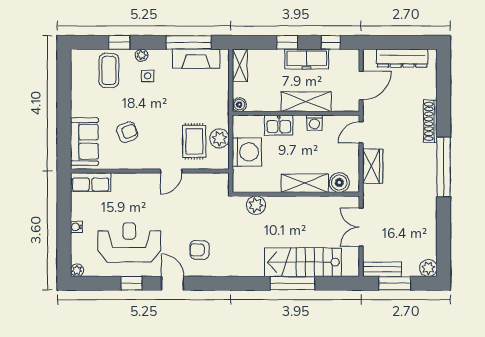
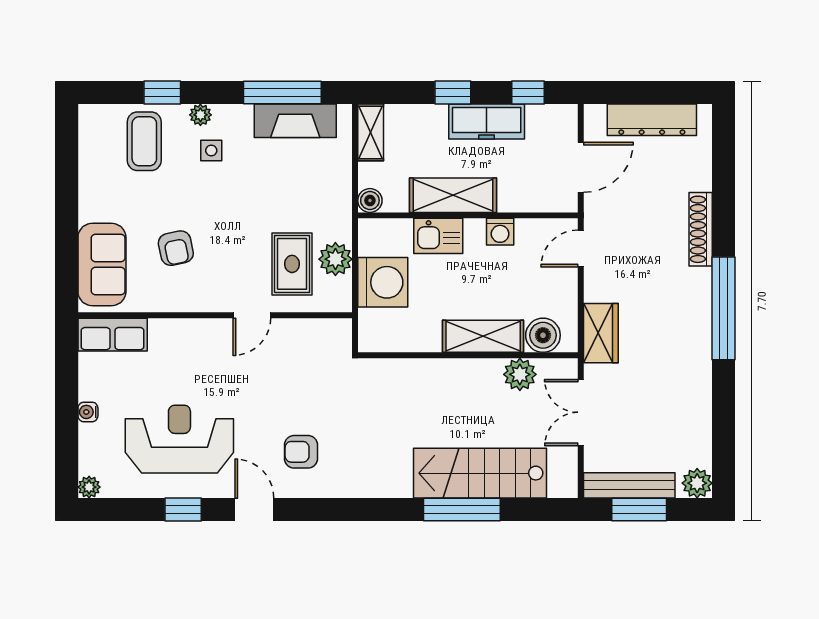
shelving: (306, 102) -> (453, 195), moved
armchair: (127, 132) -> (176, 248), turned 98
wardrobe: (373, 166) -> (601, 333), moved
plant: (256, 205) -> (520, 374), moved
bench: (382, 269) -> (629, 485), width x1.36

